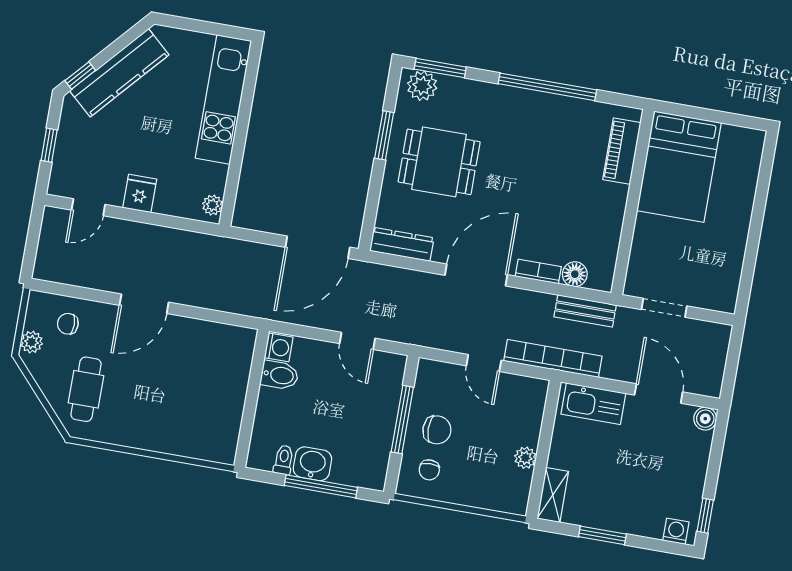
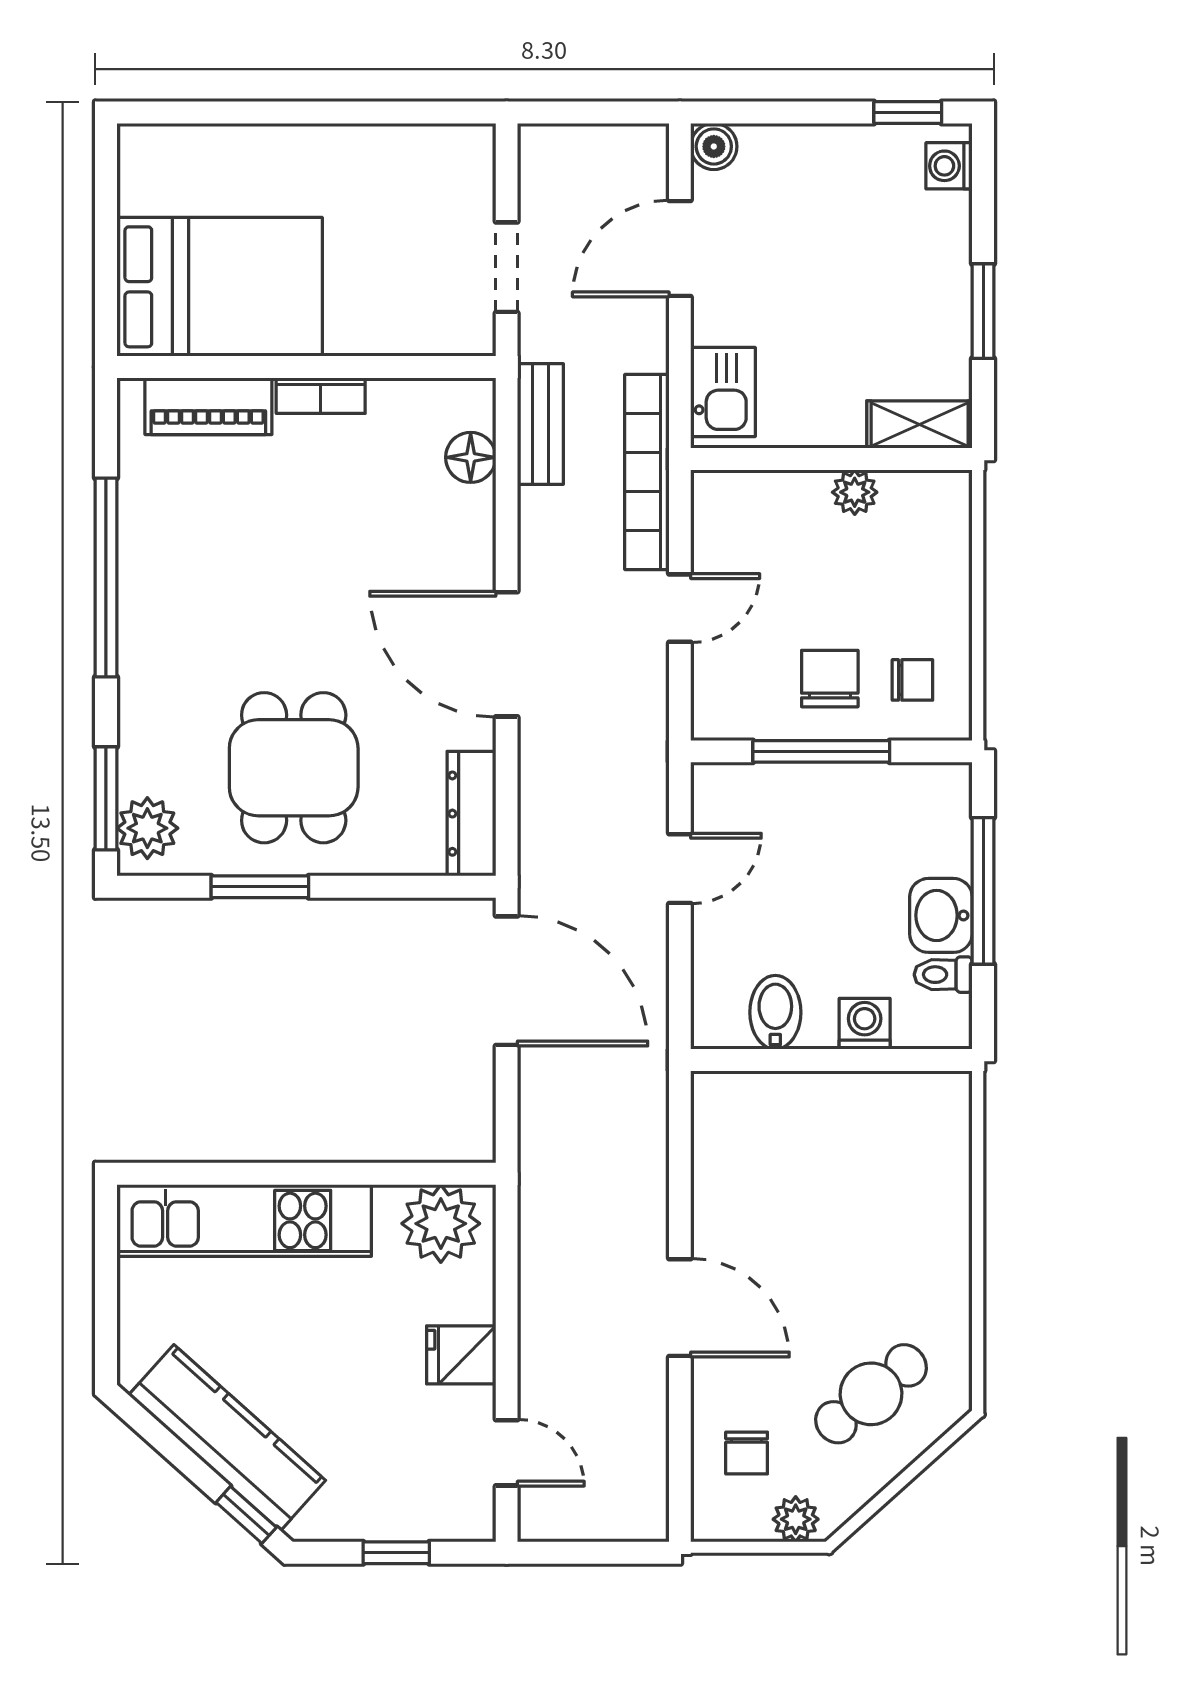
plant: (213, 205) -> (441, 1224), width x1.88, depth x1.88
bookcase: (538, 271) -> (321, 396), moved, turned -90
washing machine: (279, 347) -> (865, 1024), moved
cafe table: (86, 389) -> (871, 1394), turned -39
kitchen sink: (593, 404) -> (723, 392), width x0.73

